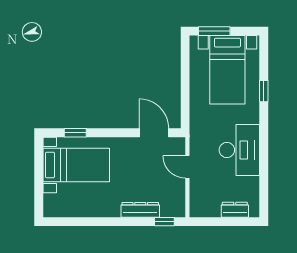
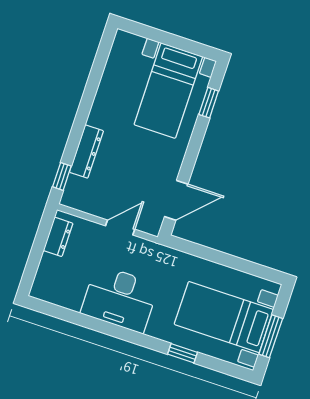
window: (214, 31) -> (271, 336), moved
dresser: (235, 210) -> (58, 237), moved

